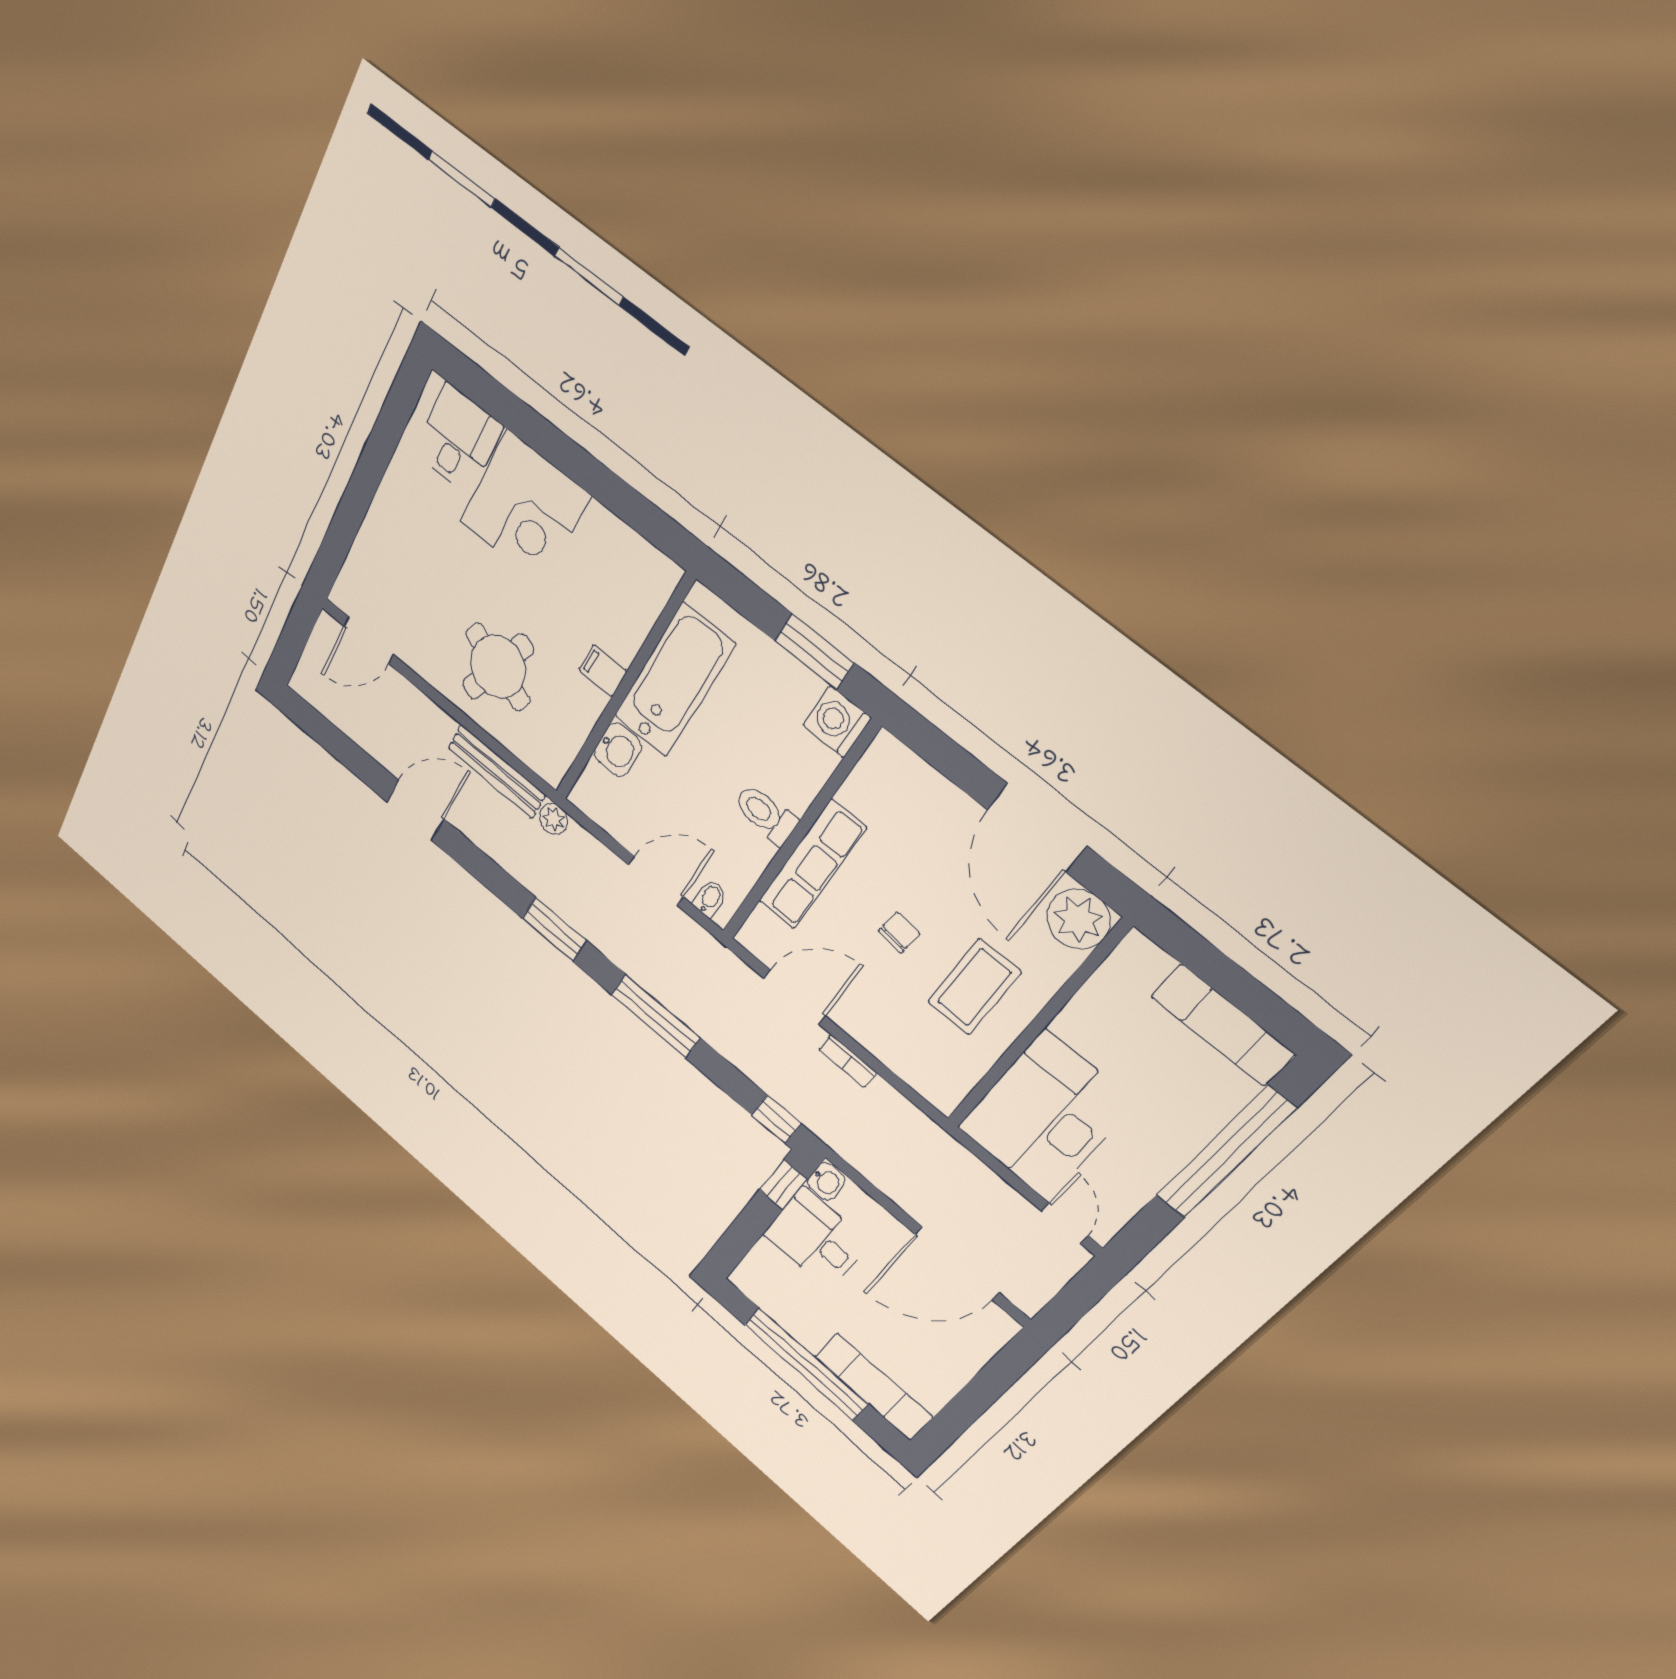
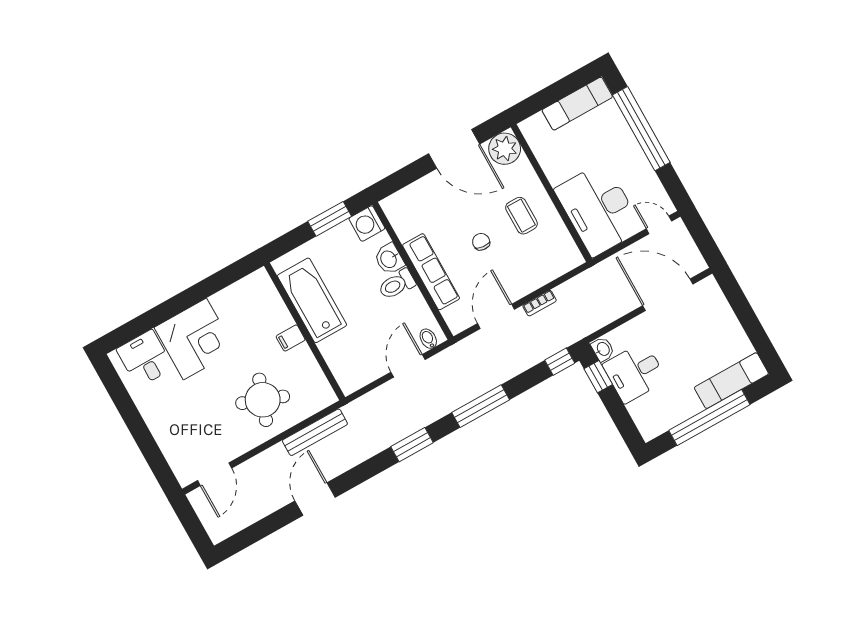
washbasin: (618, 750) -> (389, 259), moved, turned 180
plant: (553, 819) -> (353, 411), removed
coffee table: (974, 987) -> (521, 216), width x0.73, depth x0.77
door: (957, 1263) -> (668, 295), swing flipped

